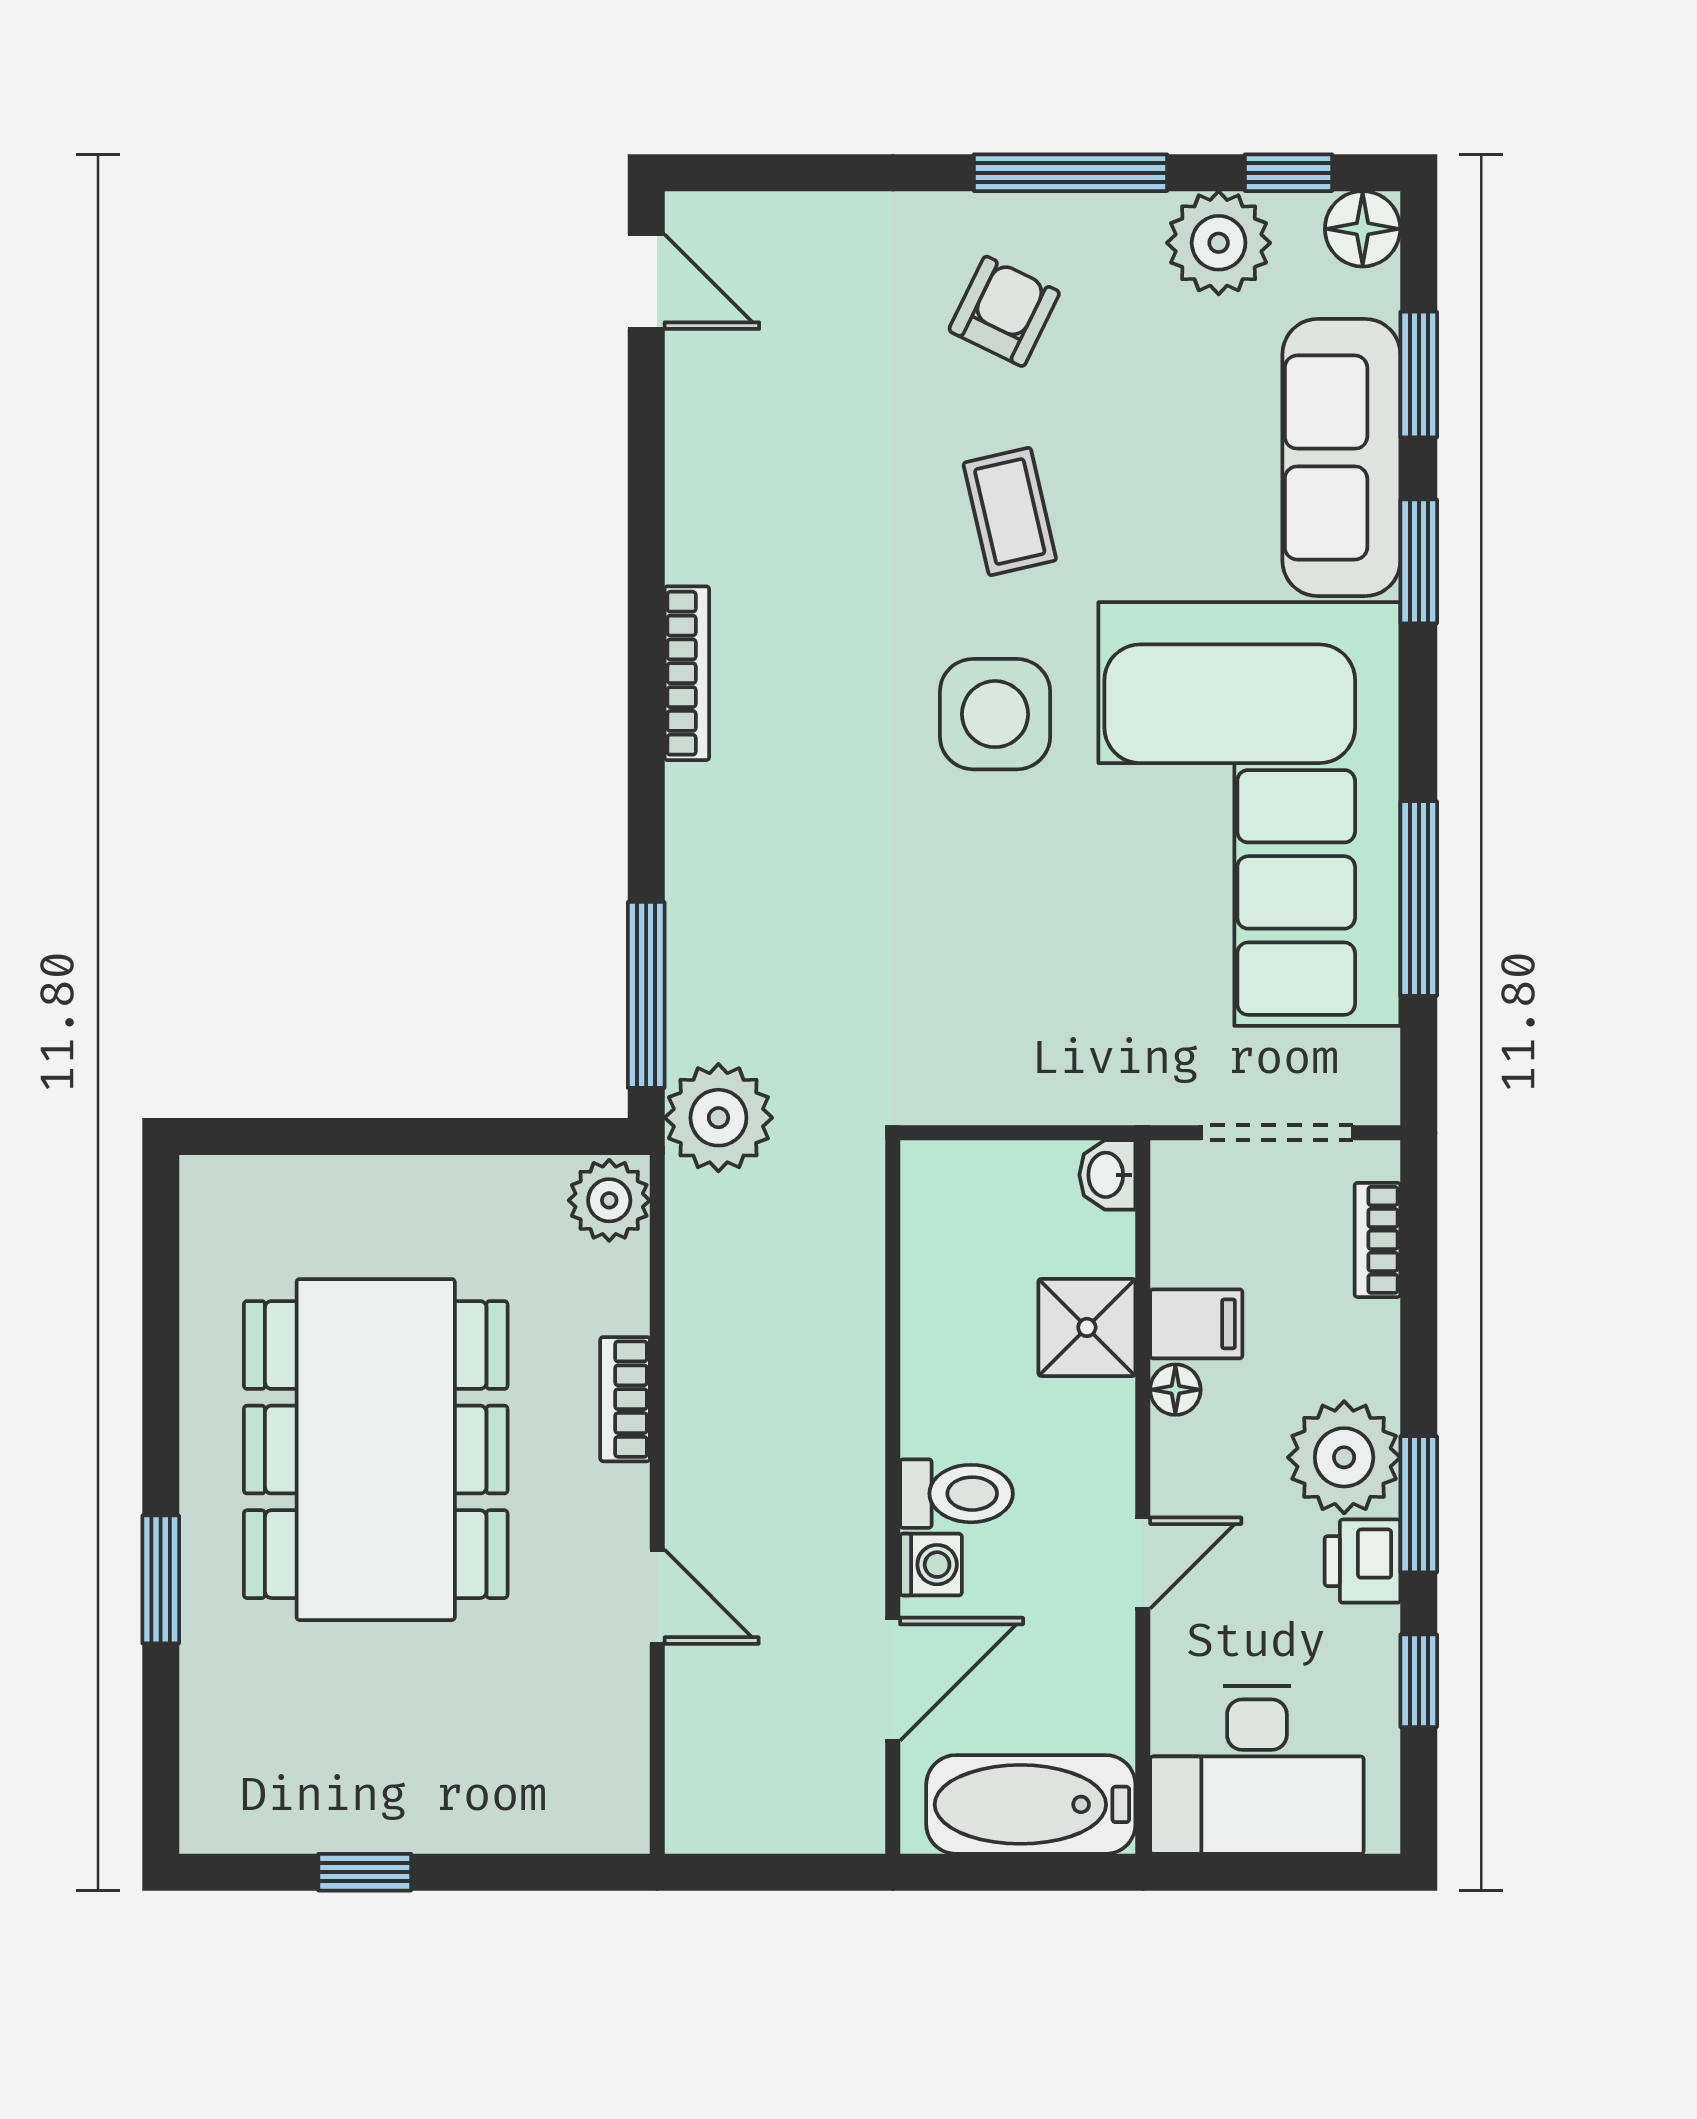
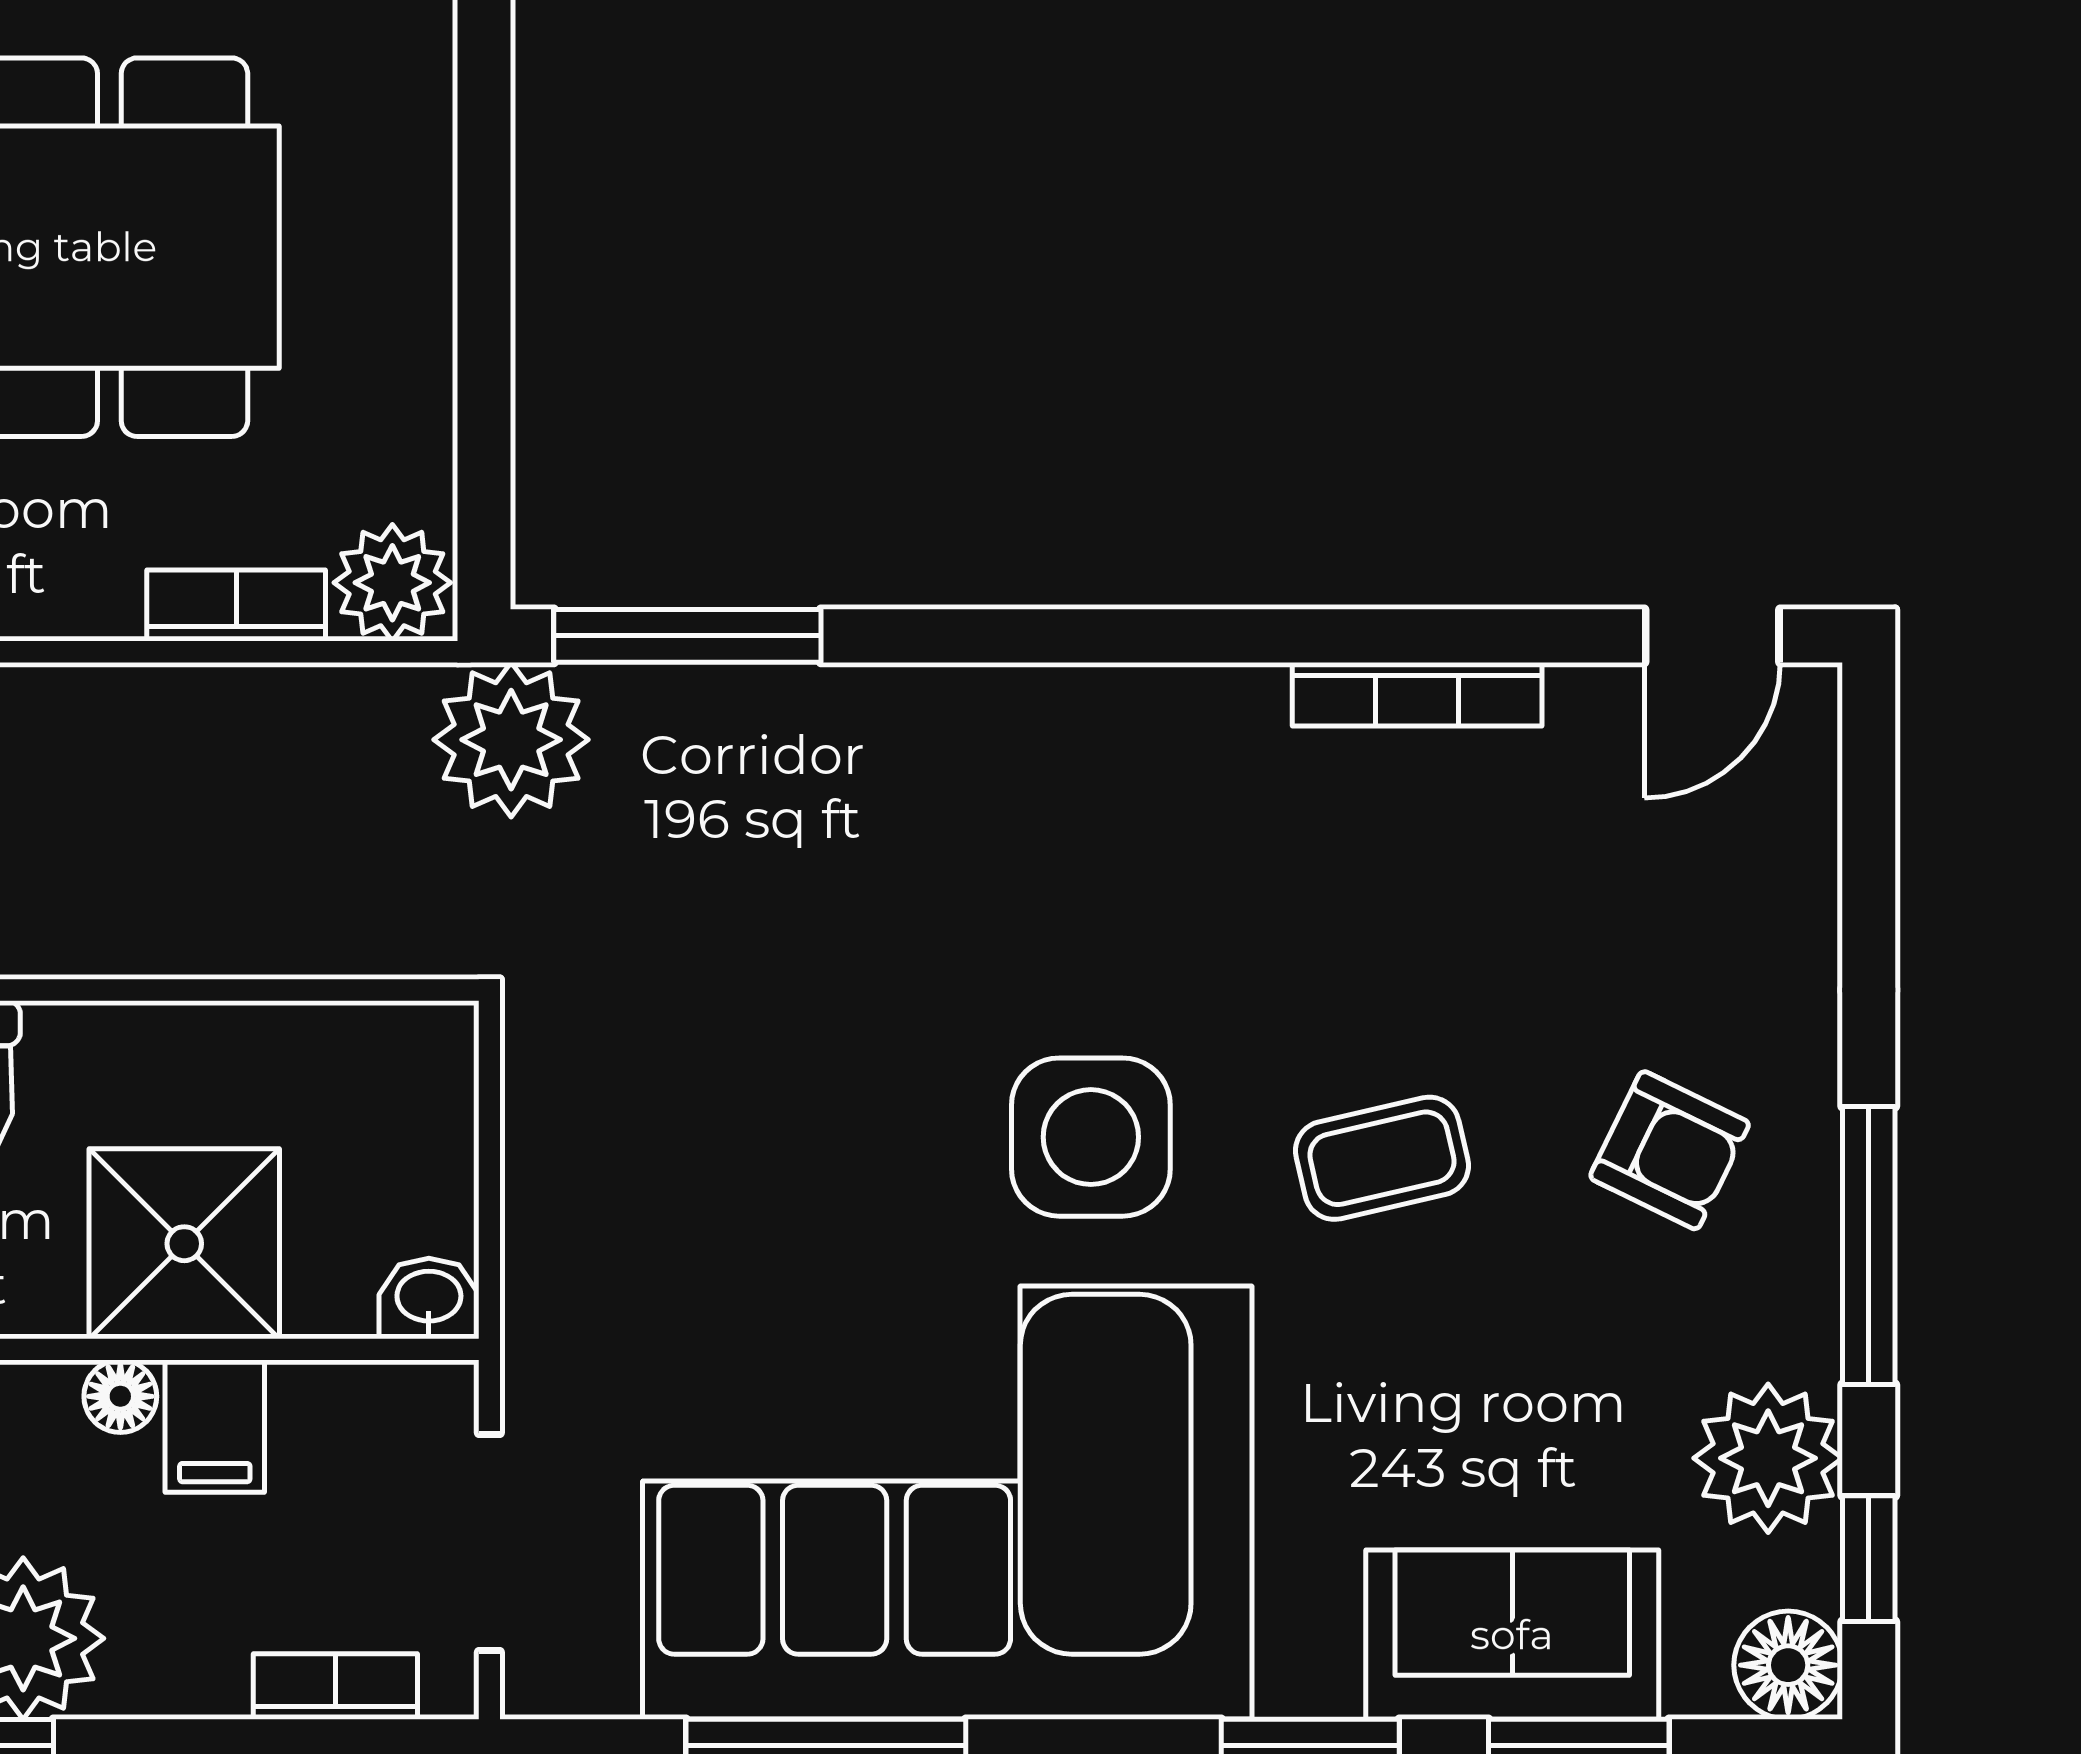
sofa: (1341, 458) -> (1512, 1635), width x0.73
bookcase: (687, 673) -> (1417, 694), moved
shower: (1087, 1327) -> (184, 1244), width x1.36, depth x1.36
bookcase: (625, 1399) -> (236, 605), moved

